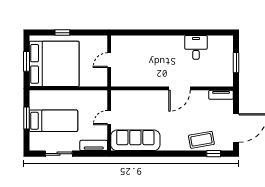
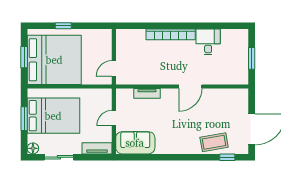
bookcase: (161, 41) -> (171, 34), added
door: (109, 60) -> (114, 68), moved
tv unit: (221, 95) -> (147, 93), moved
bed: (53, 121) -> (53, 116), width x1.50
sofa: (135, 140) -> (135, 143), width x0.73
floor lamp: (35, 146) -> (33, 148), added

